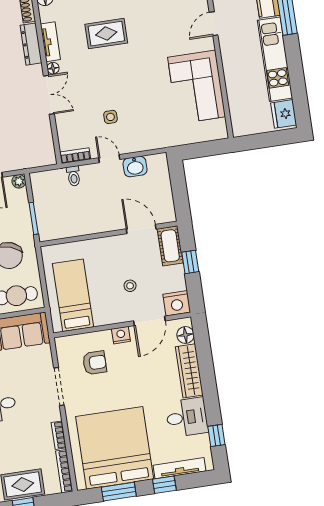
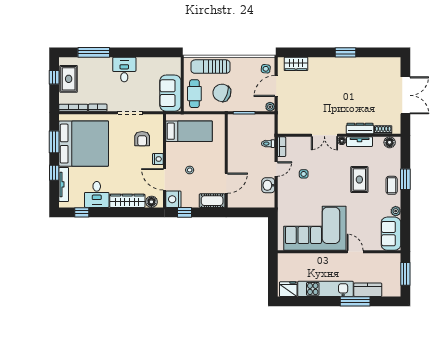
corner sofa: (197, 87) -> (315, 228), width x1.36, depth x1.36
window: (190, 262) -> (185, 212), moved

